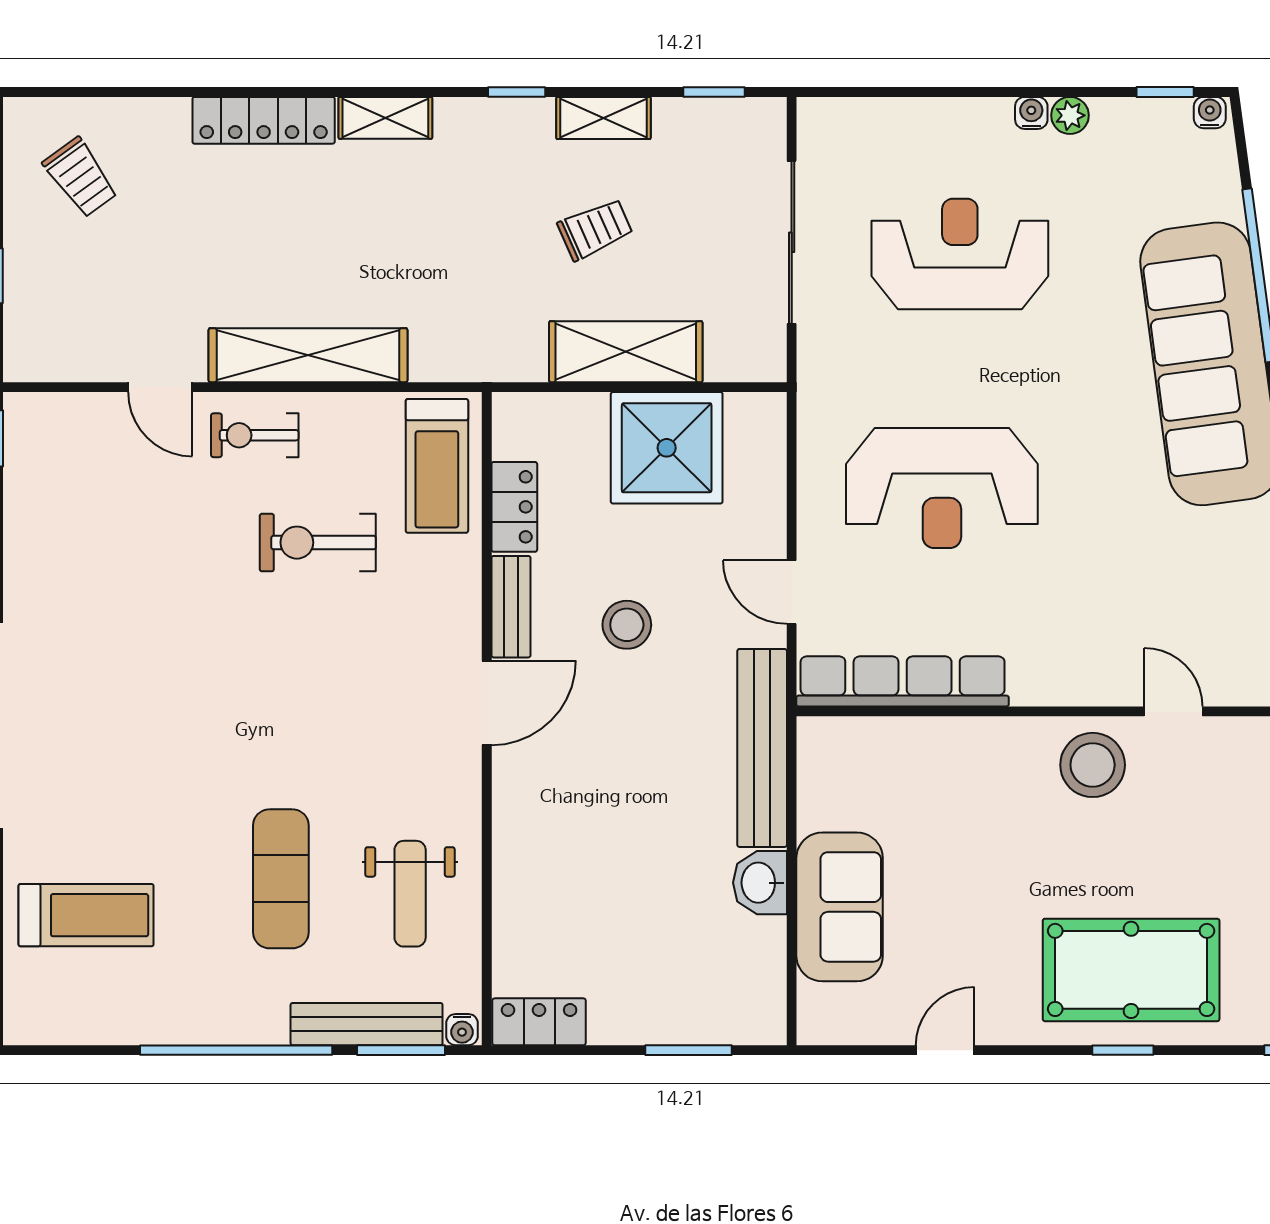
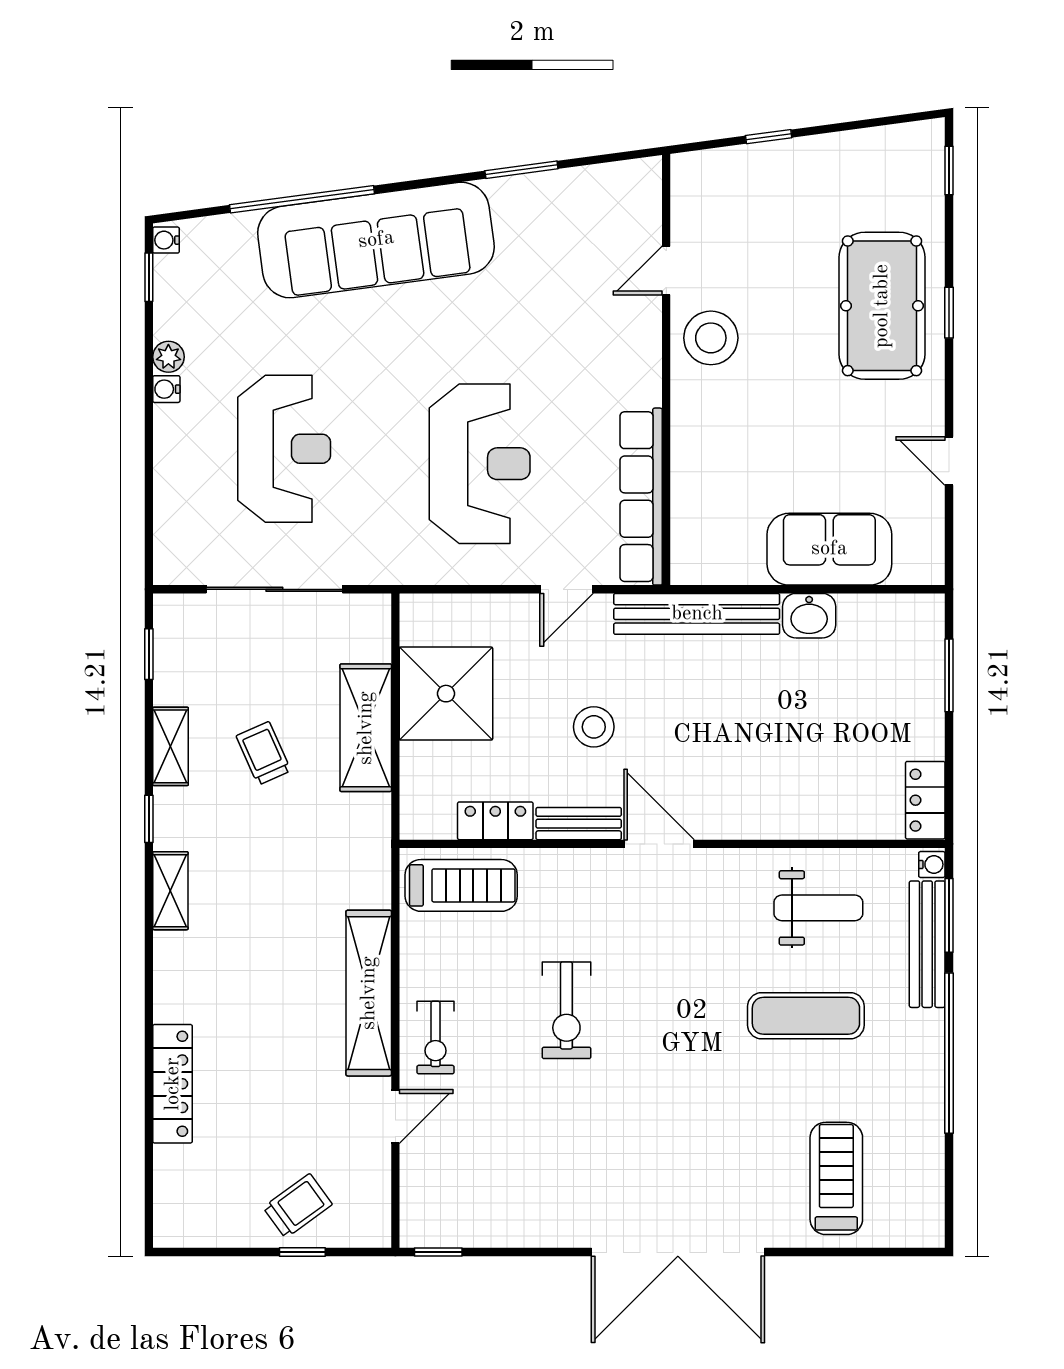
shelving: (385, 118) -> (170, 891), moved
locker: (264, 120) -> (173, 1084), moved
trolley: (81, 177) -> (298, 1206), moved
reception desk: (960, 254) -> (284, 449), turned 180
exercise bike: (318, 543) -> (566, 1010), moved

